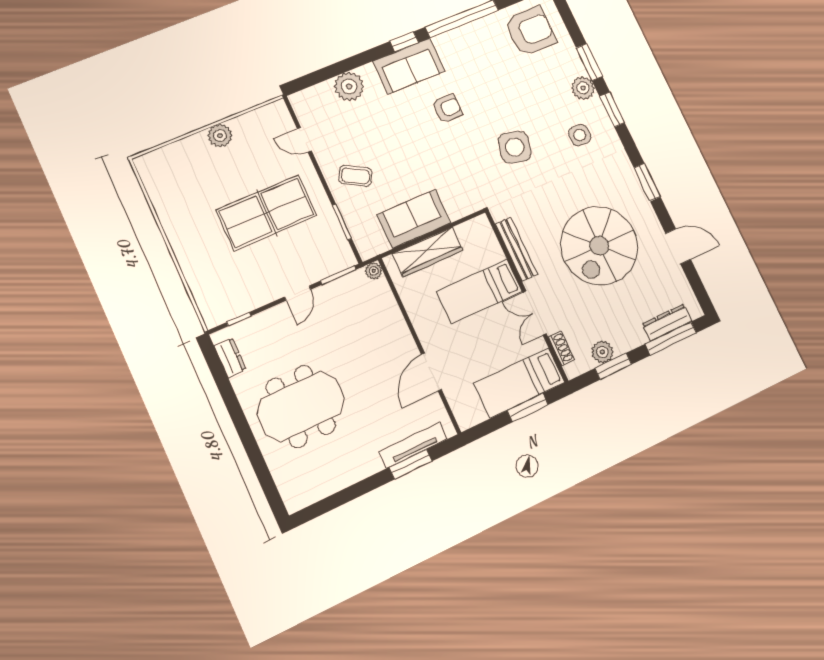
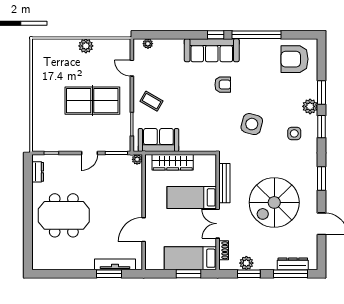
armchair: (530, 31) -> (295, 59), turned 180
sofa: (409, 66) -> (212, 50), width x1.36
plant: (349, 87) -> (148, 44), moved, width x0.53, depth x0.53
sofa: (414, 219) -> (158, 140), moved

